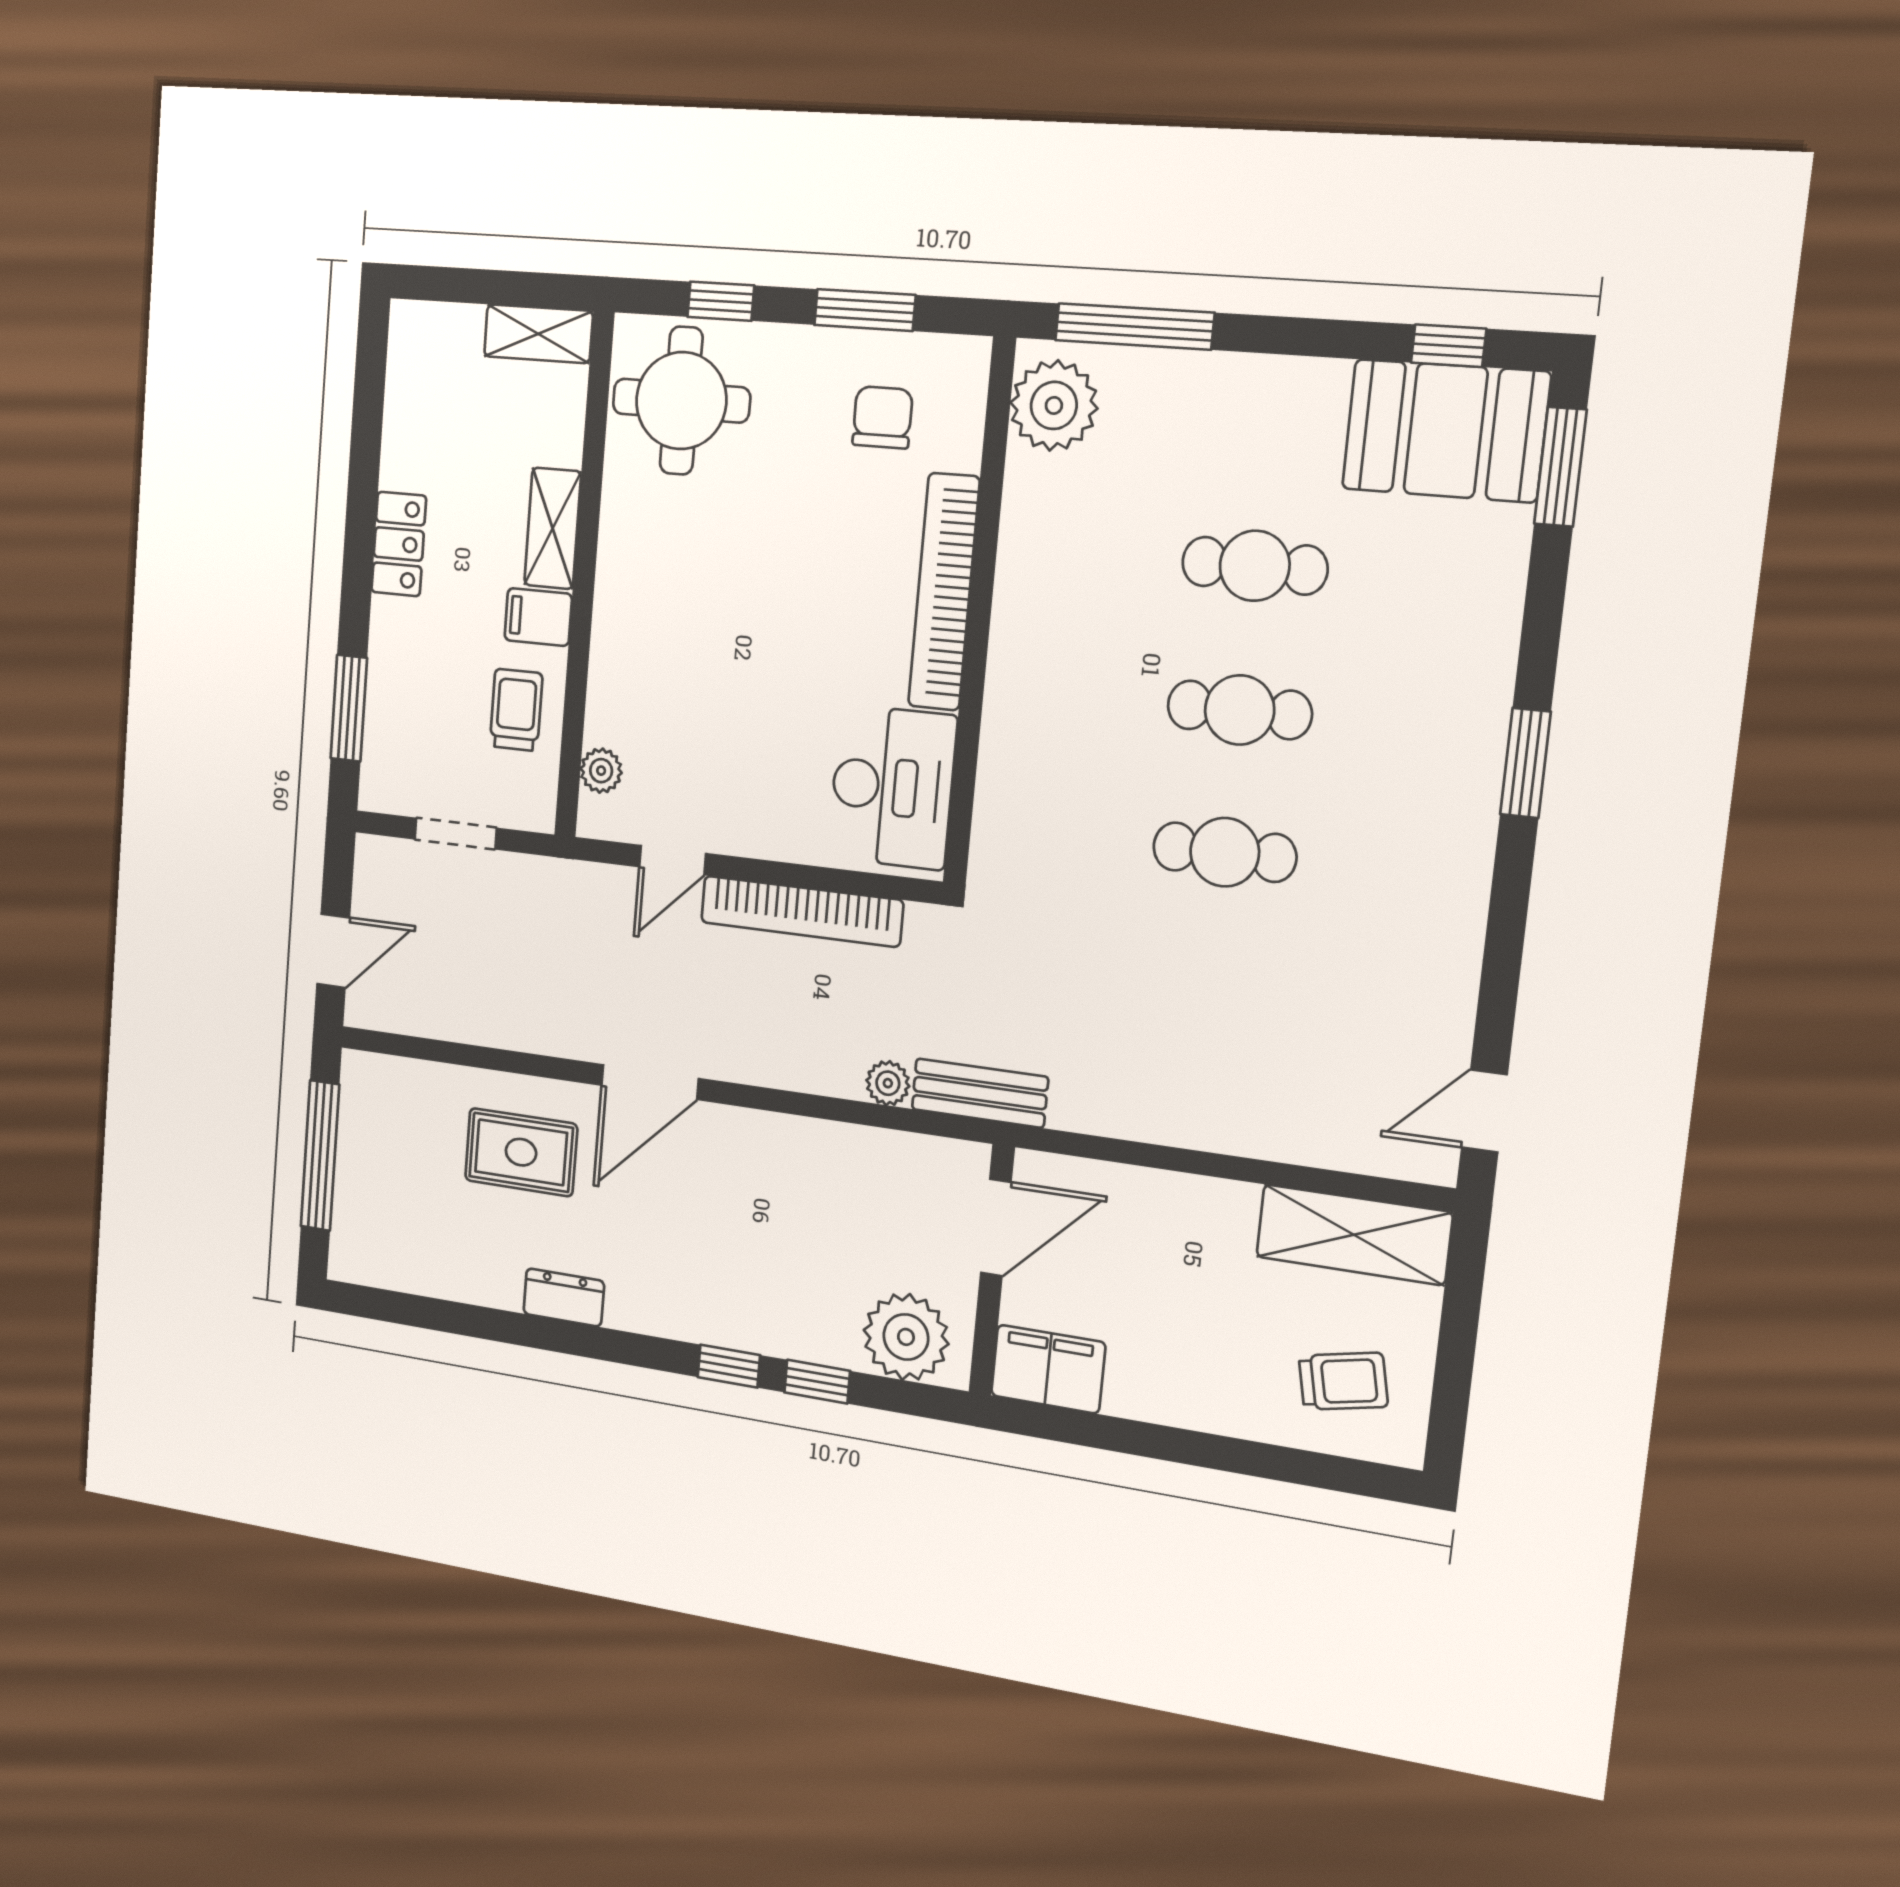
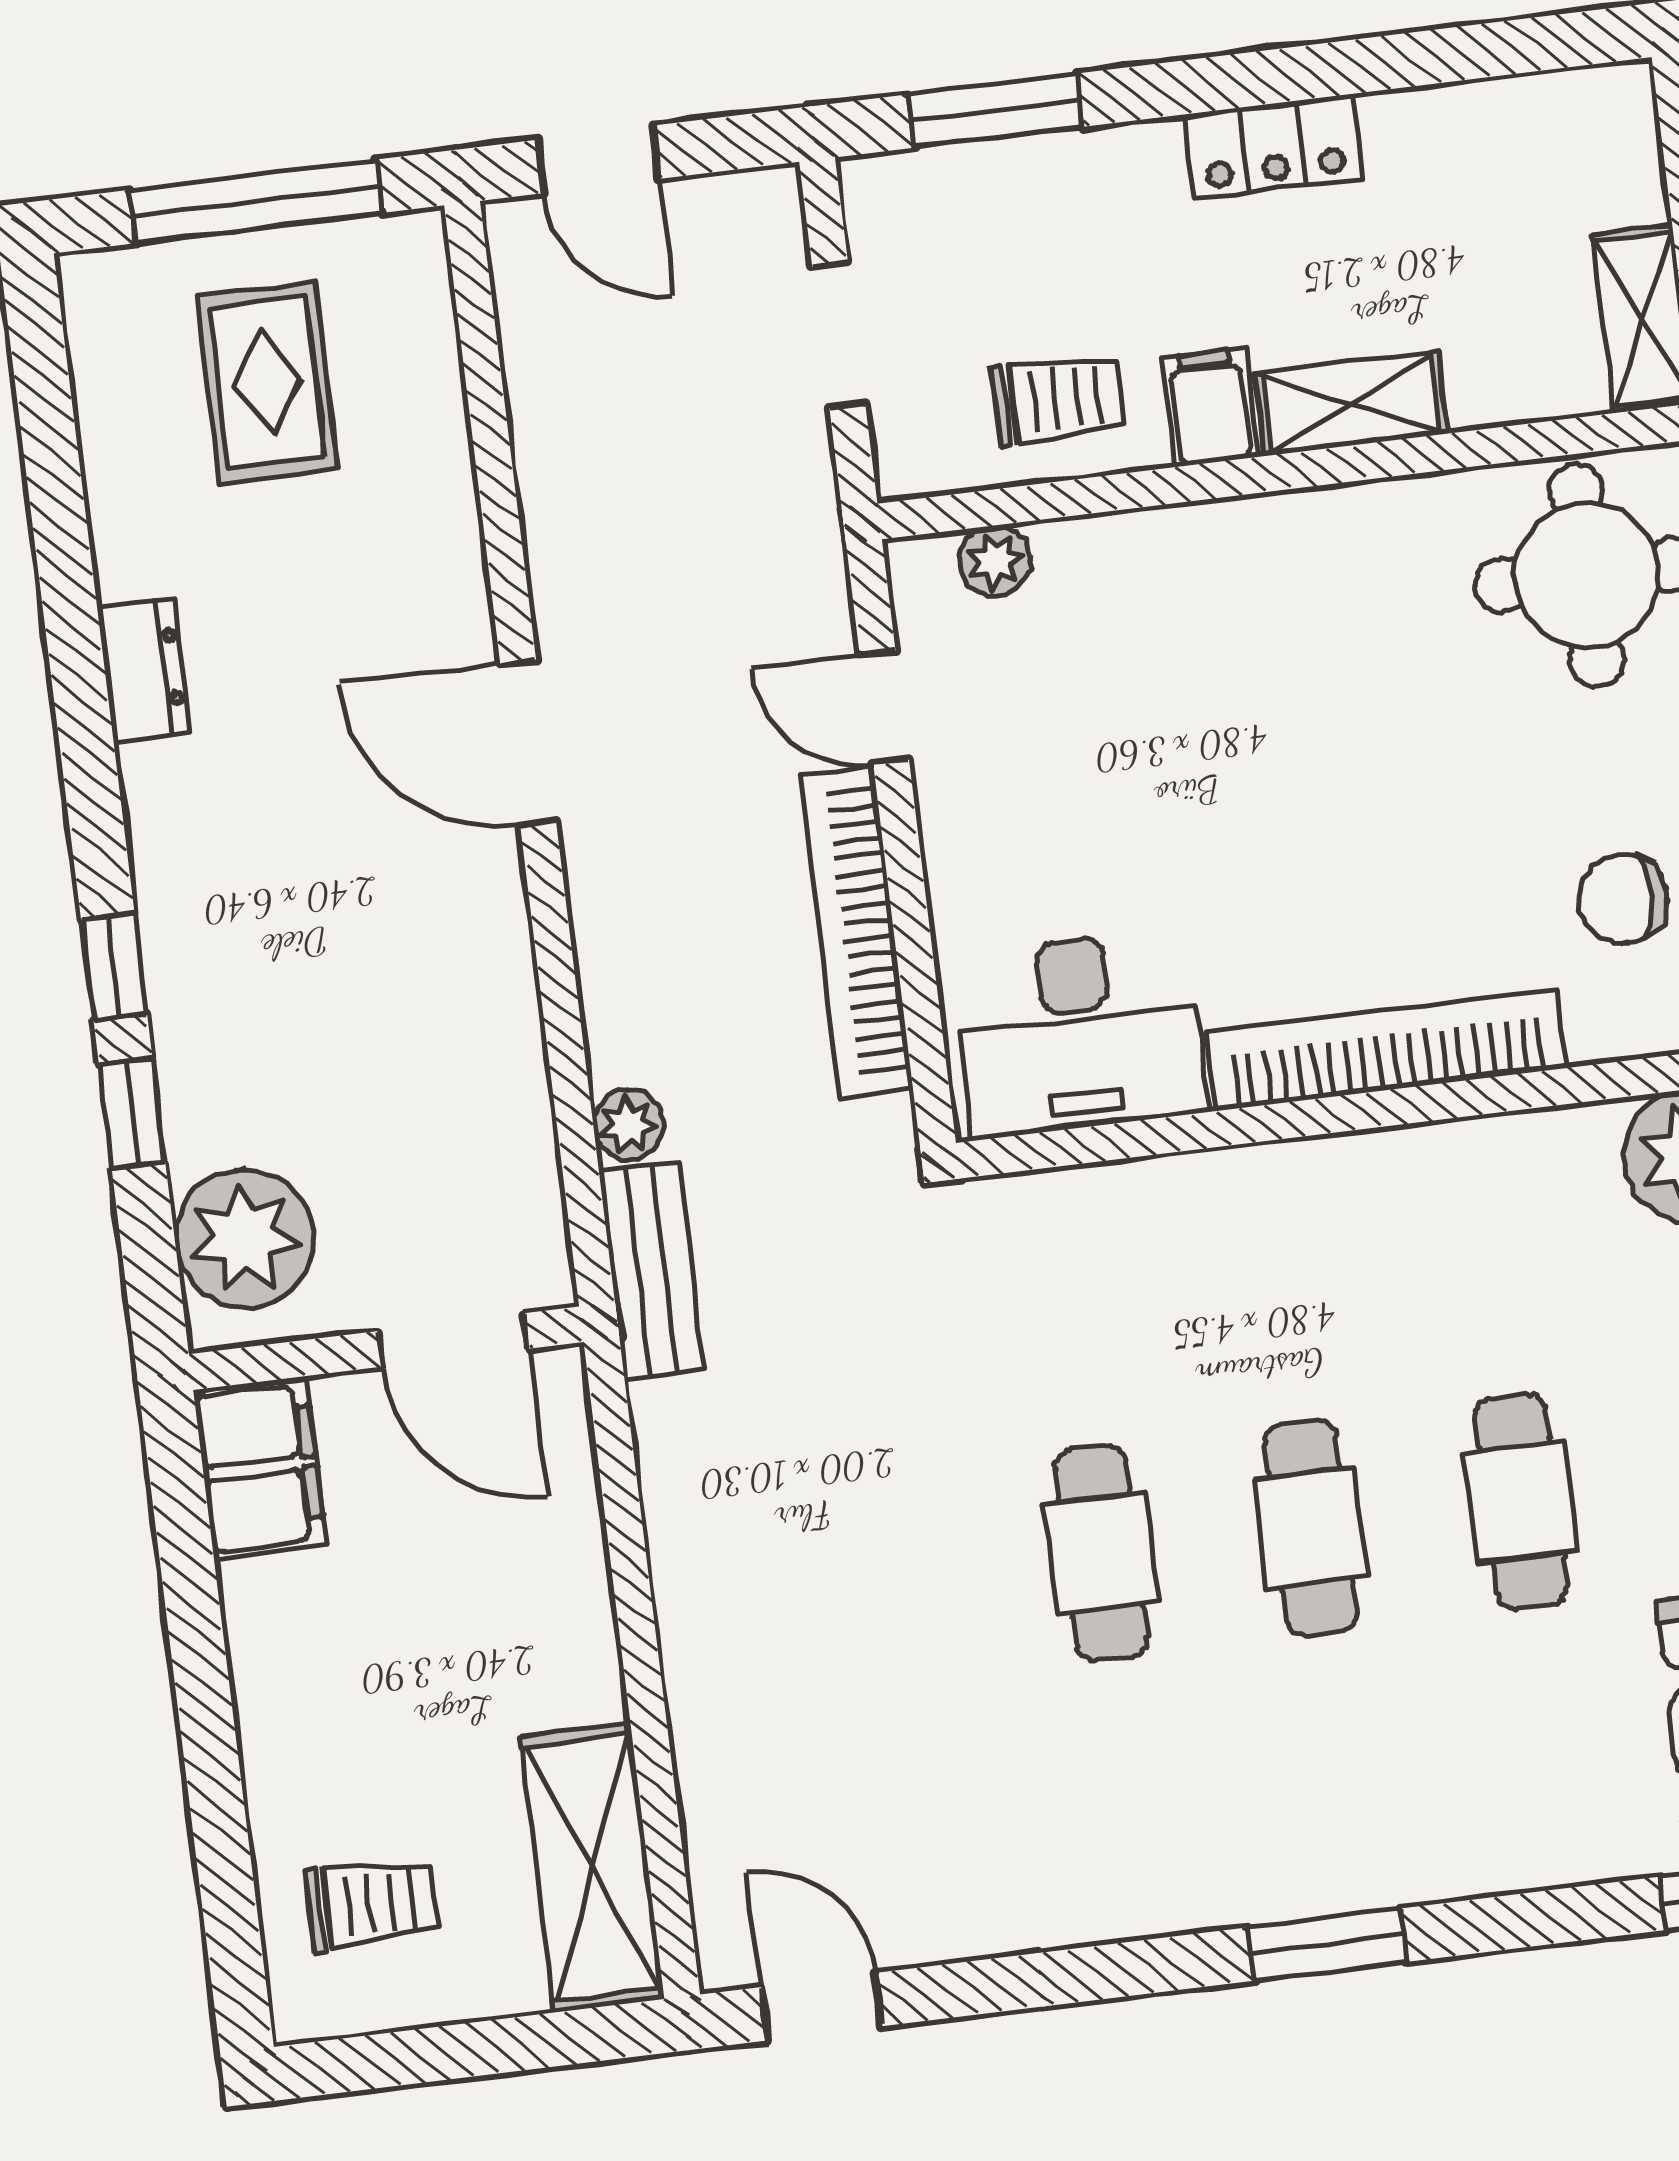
chair: (882, 417) -> (1623, 899), turned 180
rug: (521, 1152) -> (267, 382), moved
trolley: (1343, 1381) -> (372, 1903), turned -78

